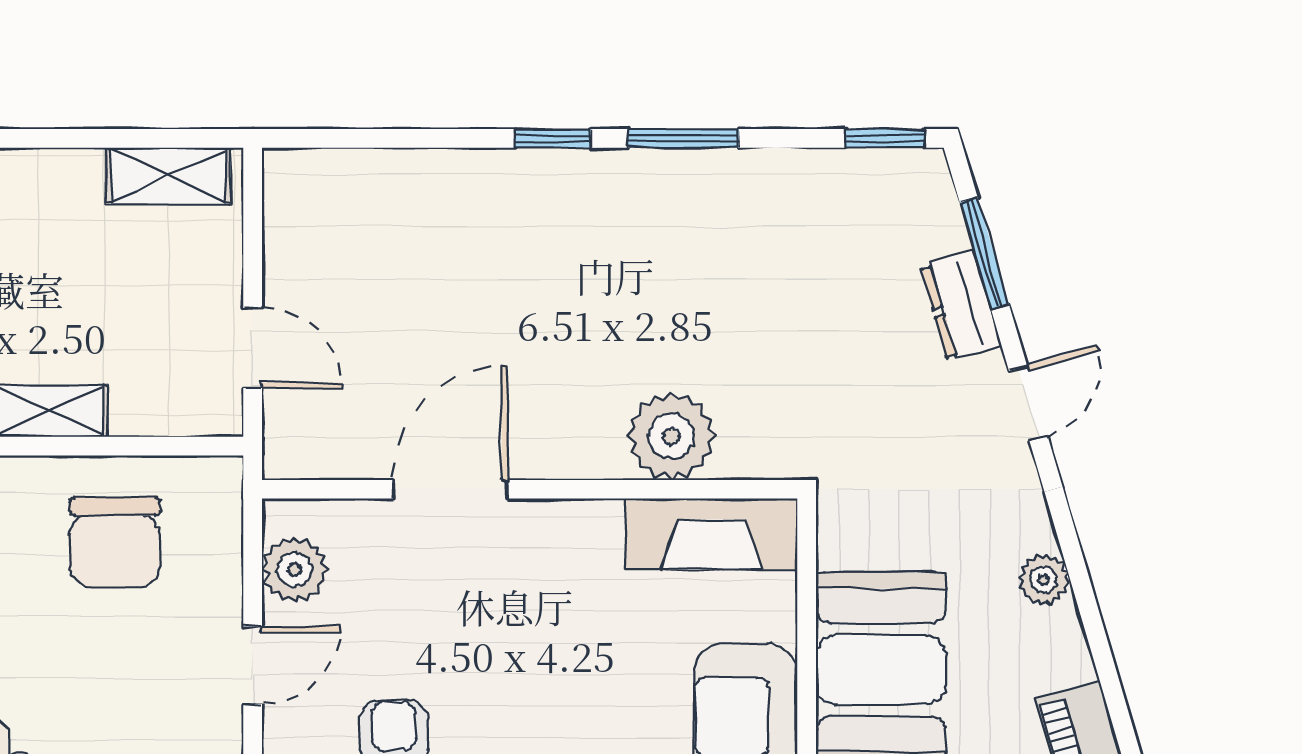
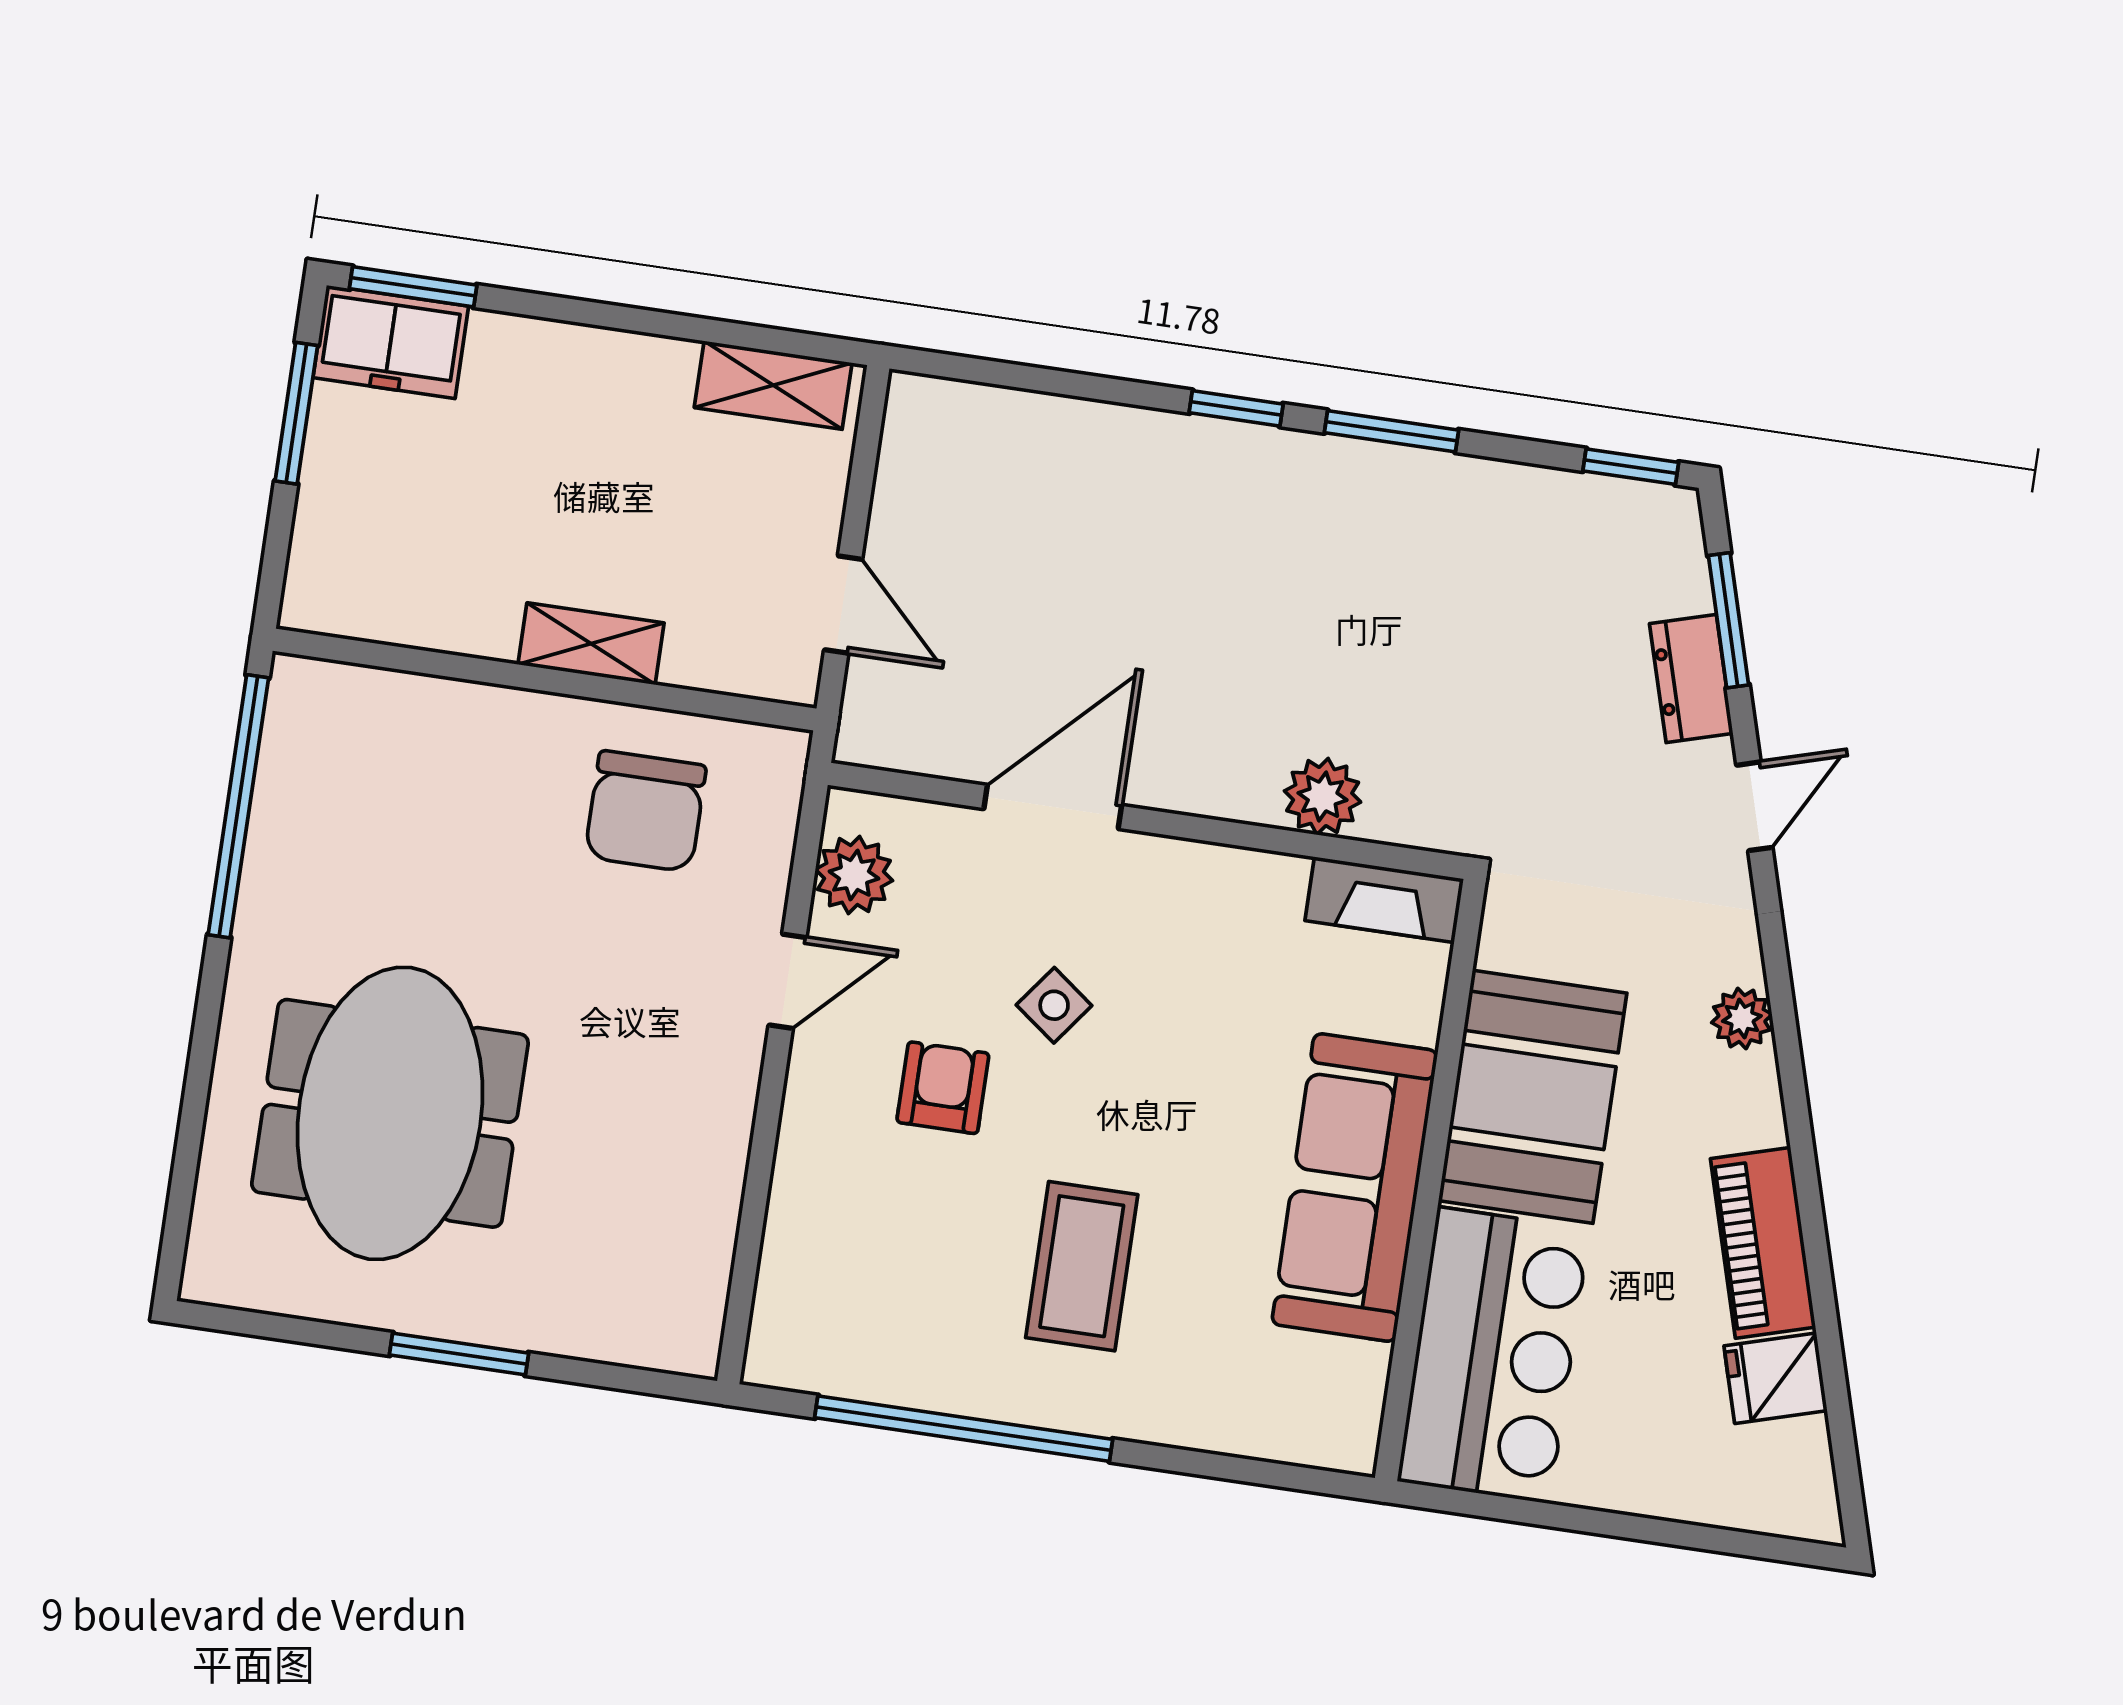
plant: (671, 436) -> (1323, 797), width x0.73, depth x0.73
fireplace: (711, 534) -> (1384, 900), width x0.73, depth x0.76
side table: (475, 653) -> (1054, 1005), added

